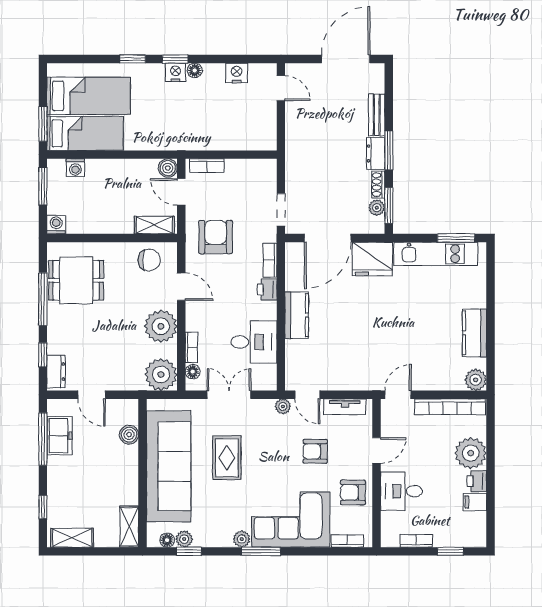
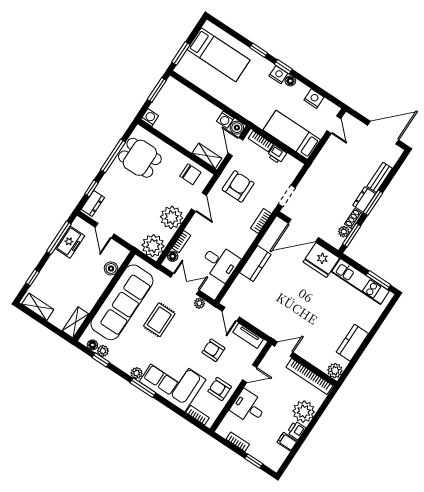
bed: (85, 133) -> (292, 135), moved, turned 180
washing machine: (75, 168) -> (225, 120), moved
printer: (267, 290) -> (277, 154), moved, turned -90
plant: (283, 406) -> (199, 303), moved

